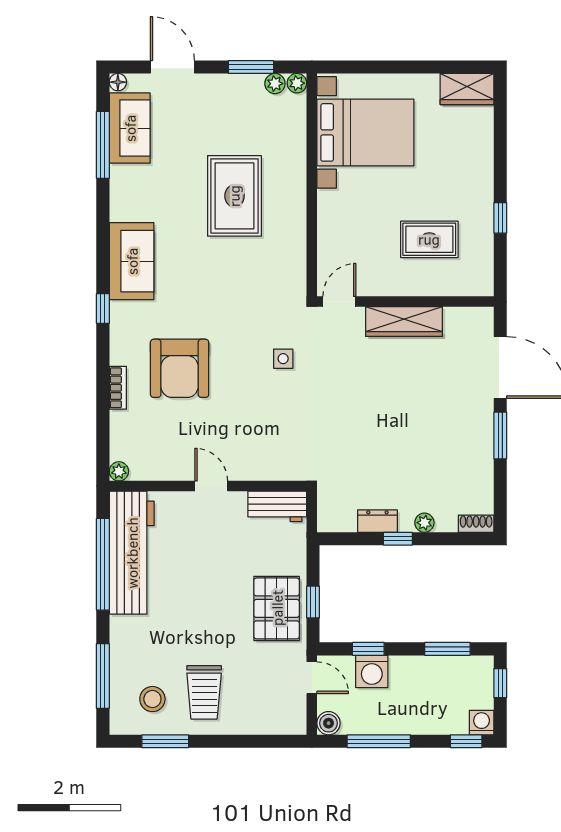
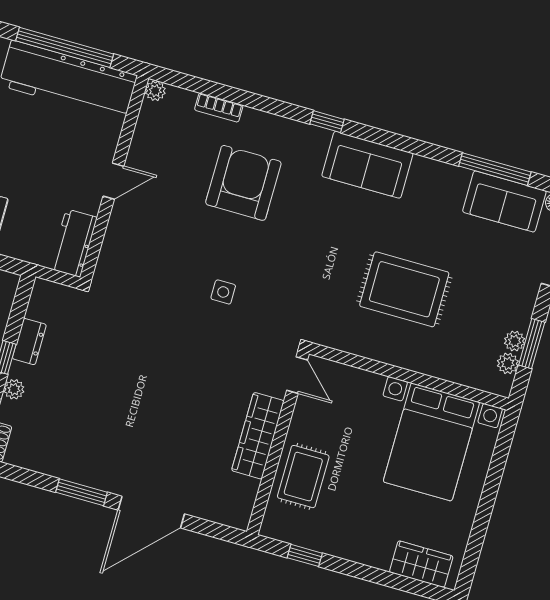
plant: (297, 83) -> (515, 341), moved
wardrobe: (467, 89) -> (421, 564), moved, turned 90
door: (339, 302) -> (297, 375), moved
wall: (405, 302) -> (278, 443), moved
wardrobe: (404, 322) -> (258, 436), moved
armchair: (180, 368) -> (243, 183), turned 90
bookcase: (118, 388) -> (219, 108), moved

